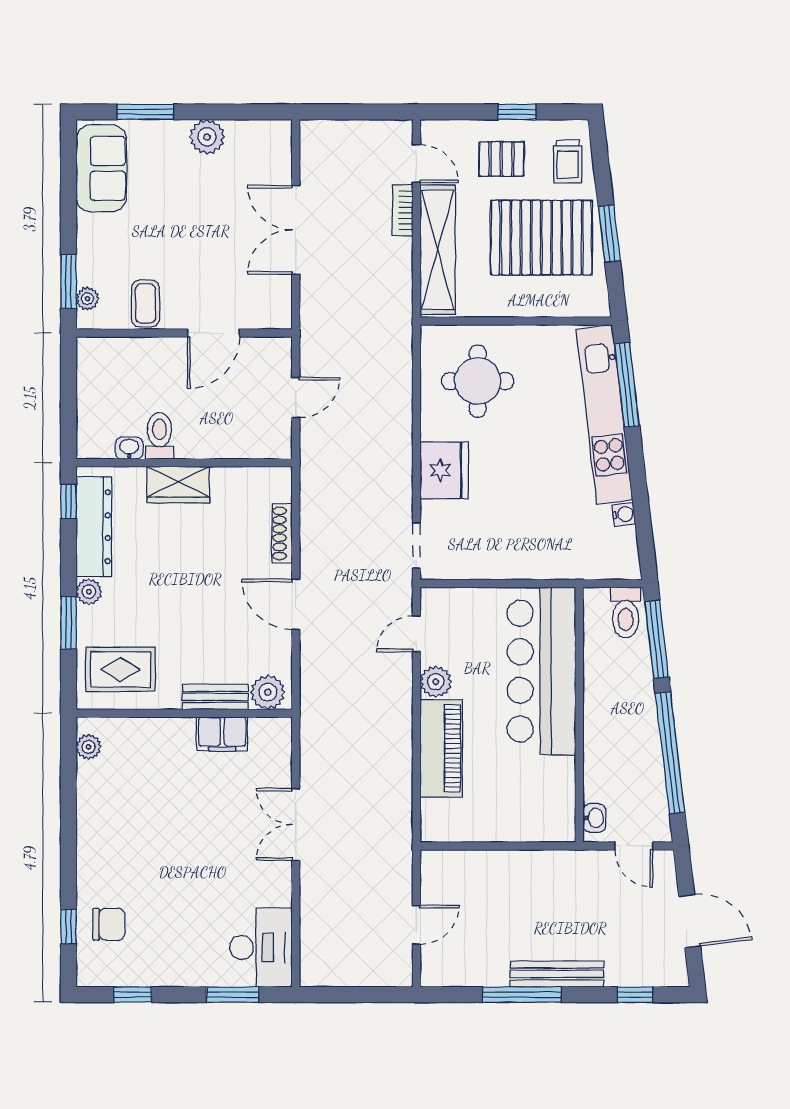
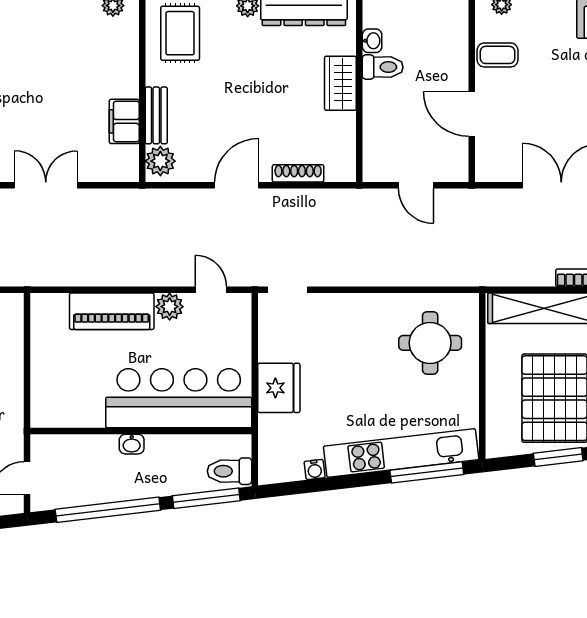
fridge: (444, 470) -> (279, 388), moved, turned -90
washbasin: (594, 818) -> (132, 444), moved

